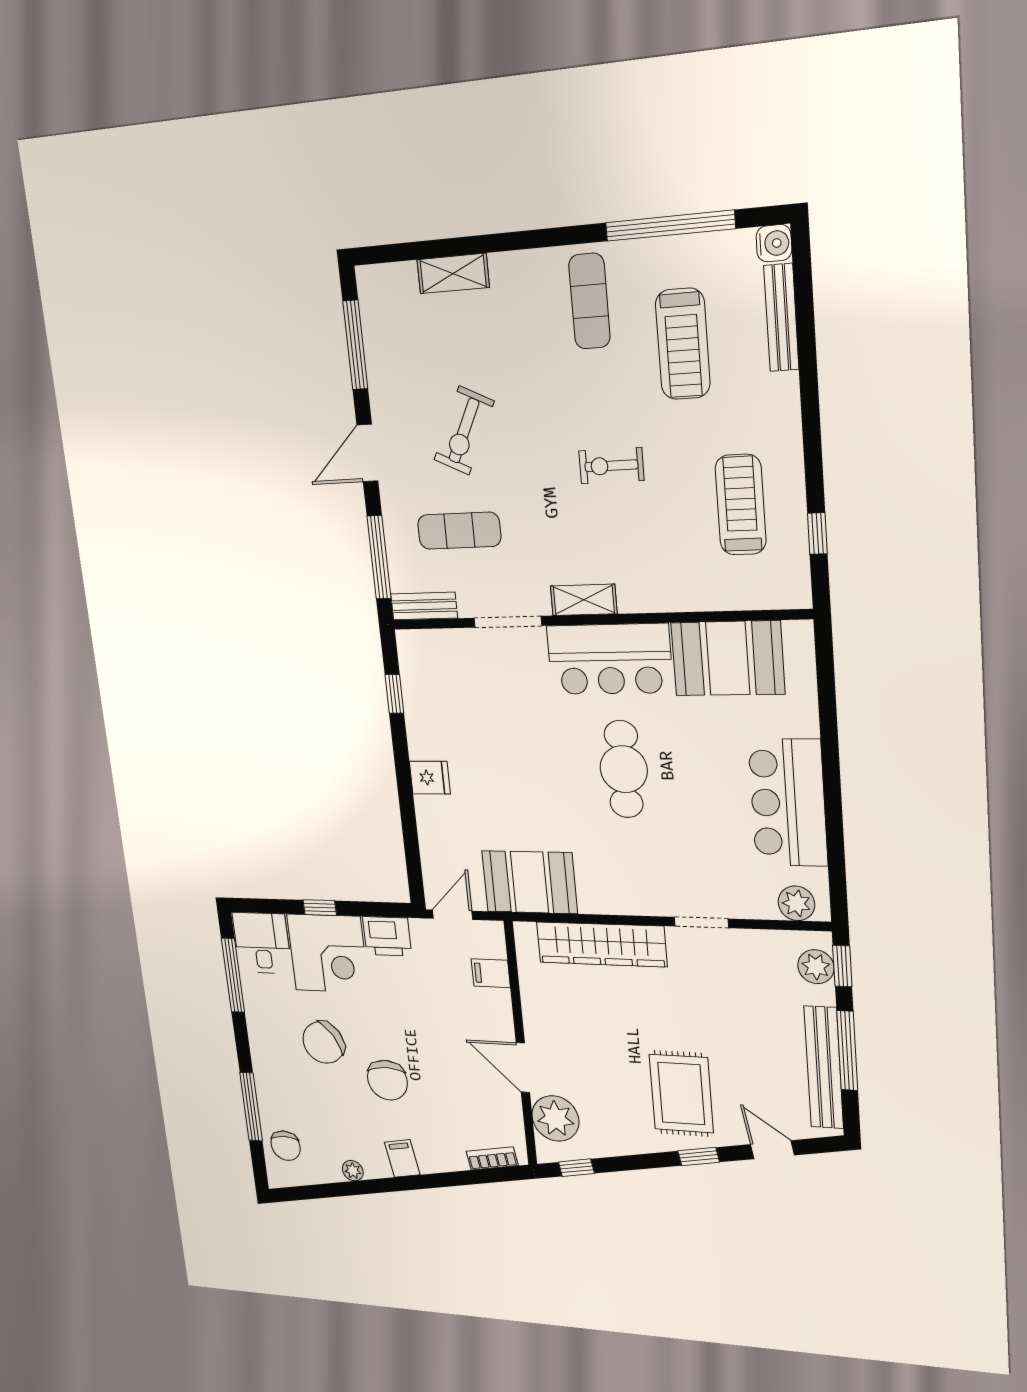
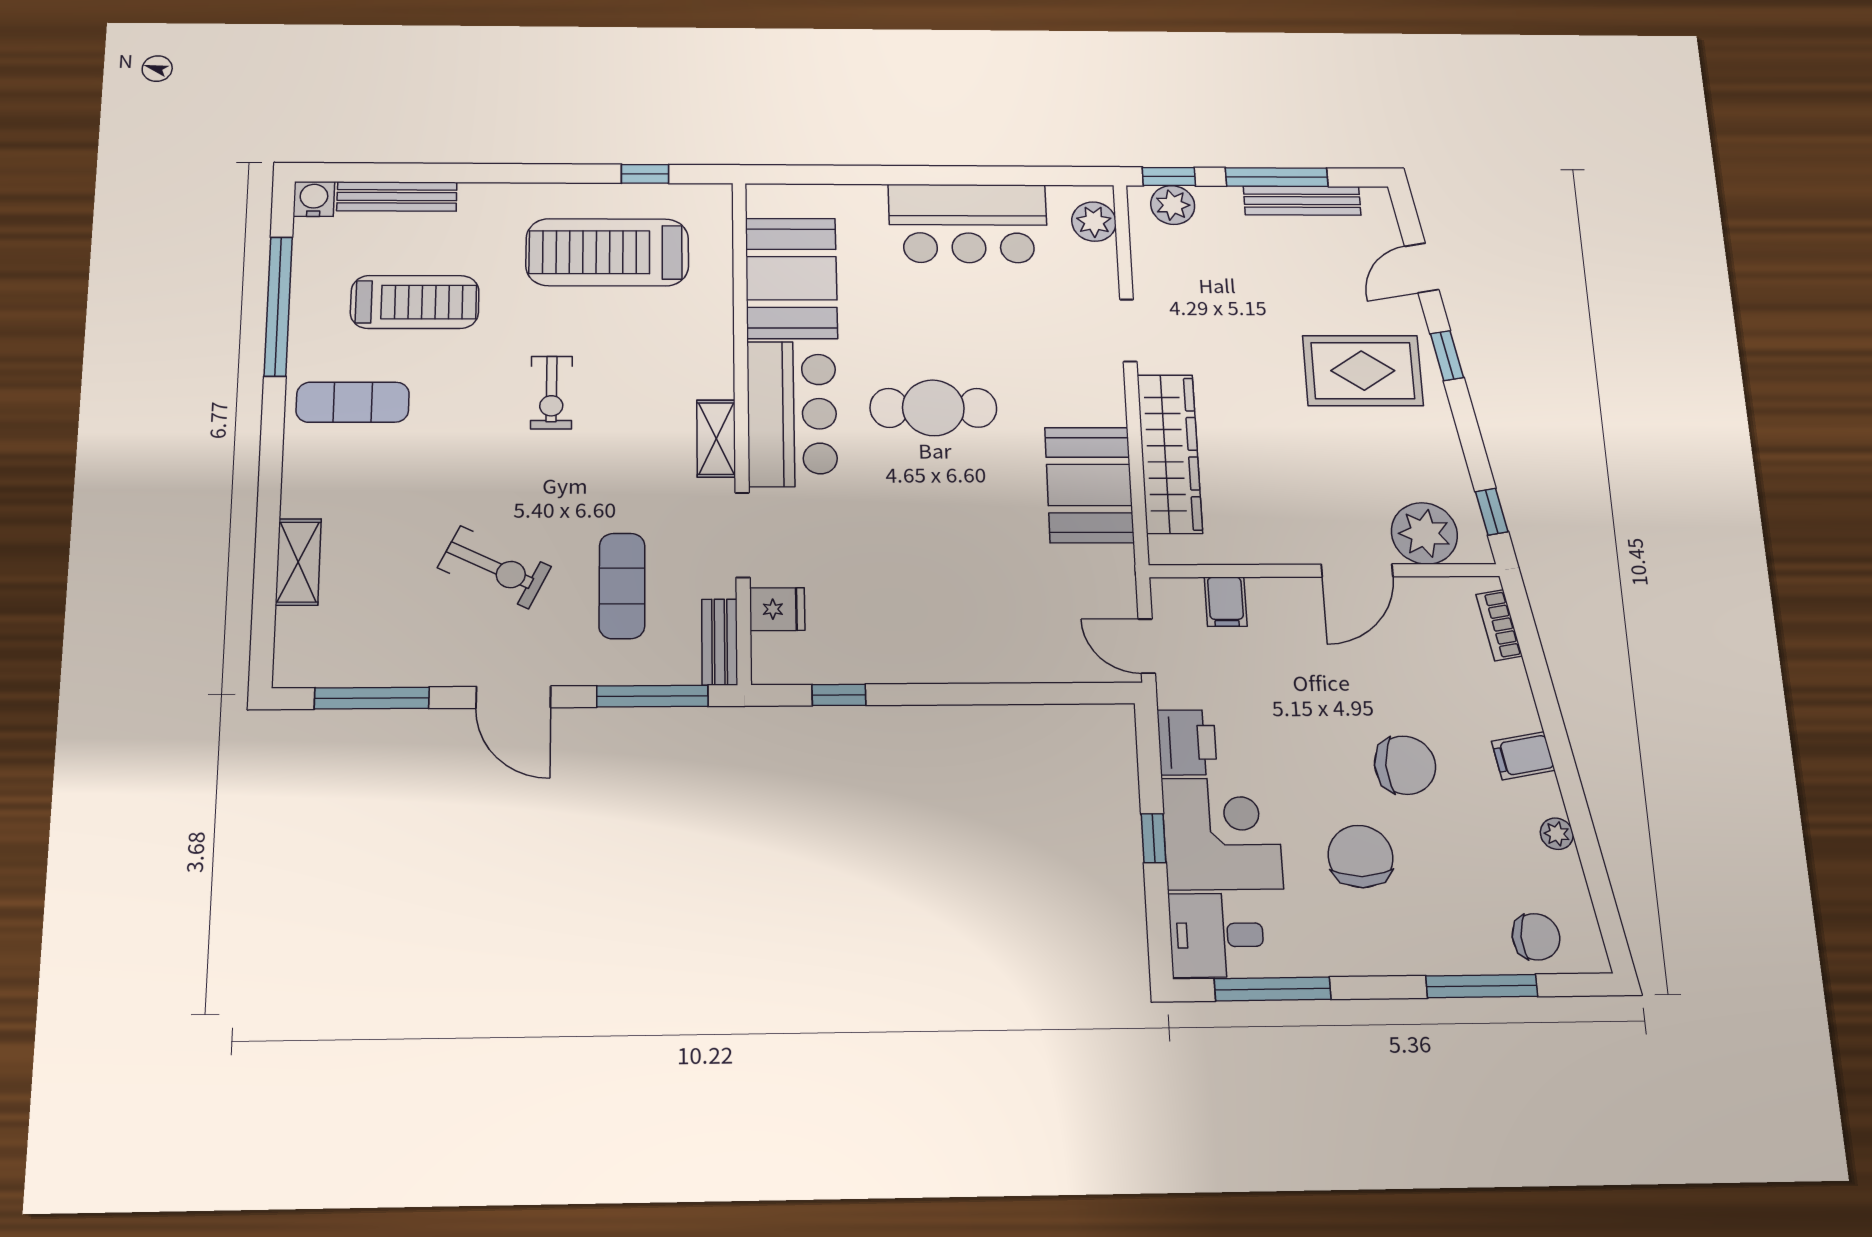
treadmill: (741, 505) -> (607, 252), width x1.37, depth x1.38
fridge: (430, 778) -> (777, 609), moved, turned 90
booth: (529, 882) -> (1089, 485), moved
chair: (323, 1042) -> (1360, 856), turned -146
bench: (824, 1068) -> (1302, 201), width x0.73, depth x0.82

